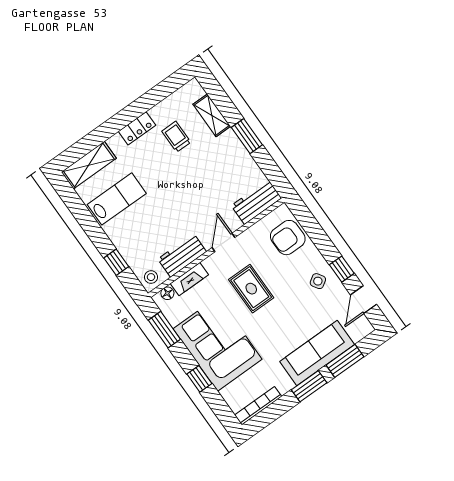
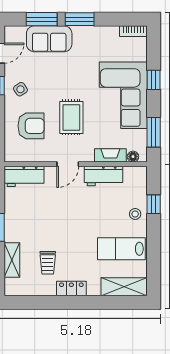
armchair: (288, 238) -> (31, 126), moved
stool: (151, 277) -> (135, 214), moved
sofa: (317, 353) -> (49, 39), width x0.73
bookcase: (258, 406) -> (133, 31), width x0.64

